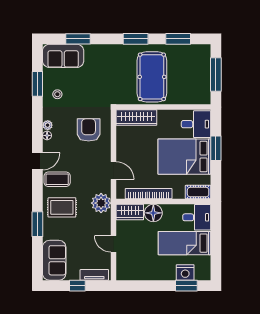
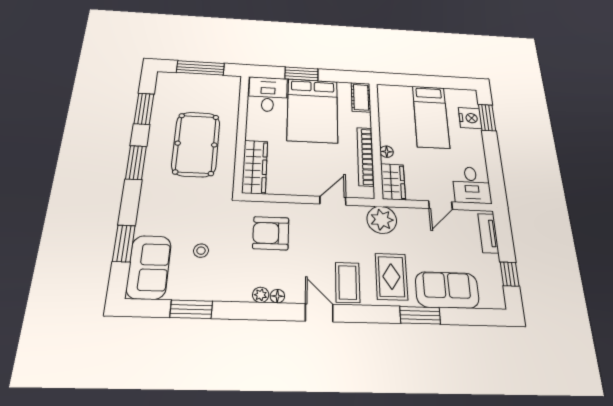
pool table: (152, 77) -> (196, 144), turned 90
stool: (57, 94) -> (201, 251), moved
floor lamp: (153, 213) -> (387, 152), width x0.53, depth x0.53
desk: (197, 217) -> (472, 185), moved, turned 180
sofa: (54, 260) -> (447, 290), moved
window: (77, 286) -> (510, 274), moved

